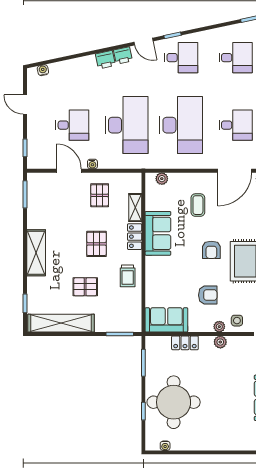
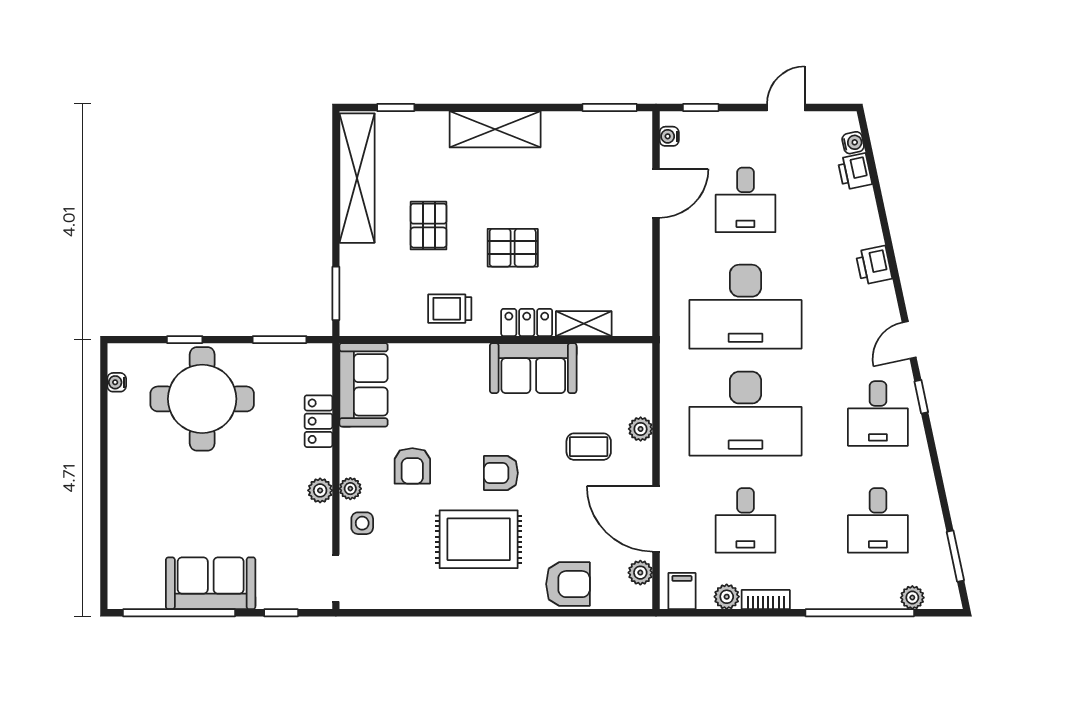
printer: (123, 55) -> (855, 171), moved
water cooler: (92, 164) -> (669, 136), moved
plant: (162, 179) -> (641, 429), moved
pallet: (100, 195) -> (608, 254), removed

